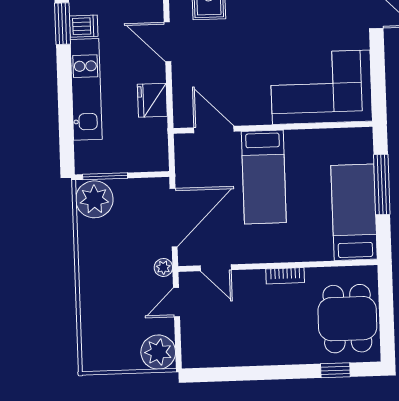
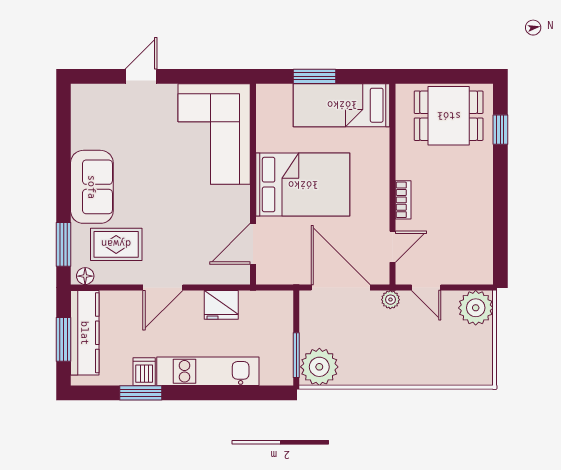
bed: (264, 177) -> (303, 185), width x1.50
window: (382, 185) -> (315, 76), width x0.69
bookcase: (285, 276) -> (403, 200), moved

